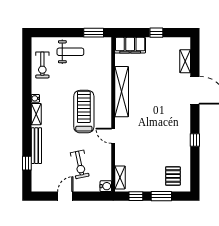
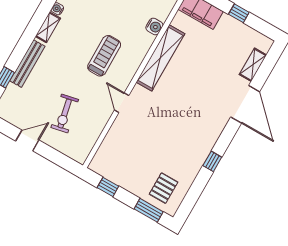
treadmill: (84, 112) -> (104, 56), width x0.73, depth x0.73
shelving: (120, 177) -> (102, 155), removed
water cooler: (106, 186) -> (154, 26), moved
window: (161, 196) -> (149, 210), moved

